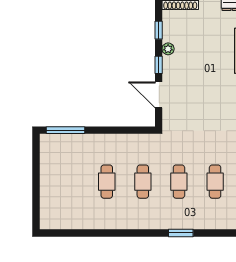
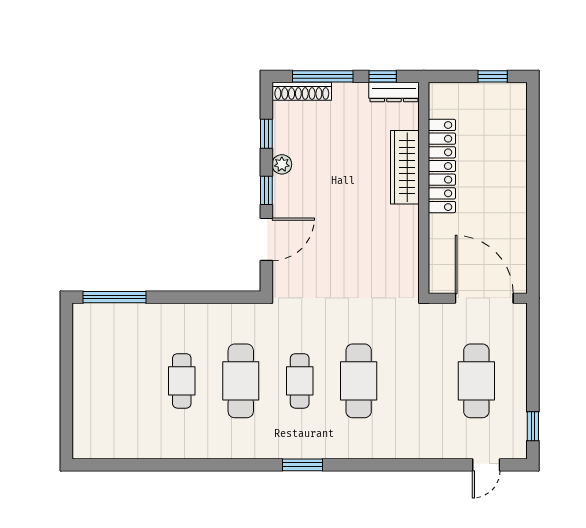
door: (159, 95) -> (266, 239), swing flipped
cafe table: (143, 182) -> (241, 381), width x1.37, depth x1.35
cafe table: (215, 182) -> (359, 381), width x1.37, depth x1.35

